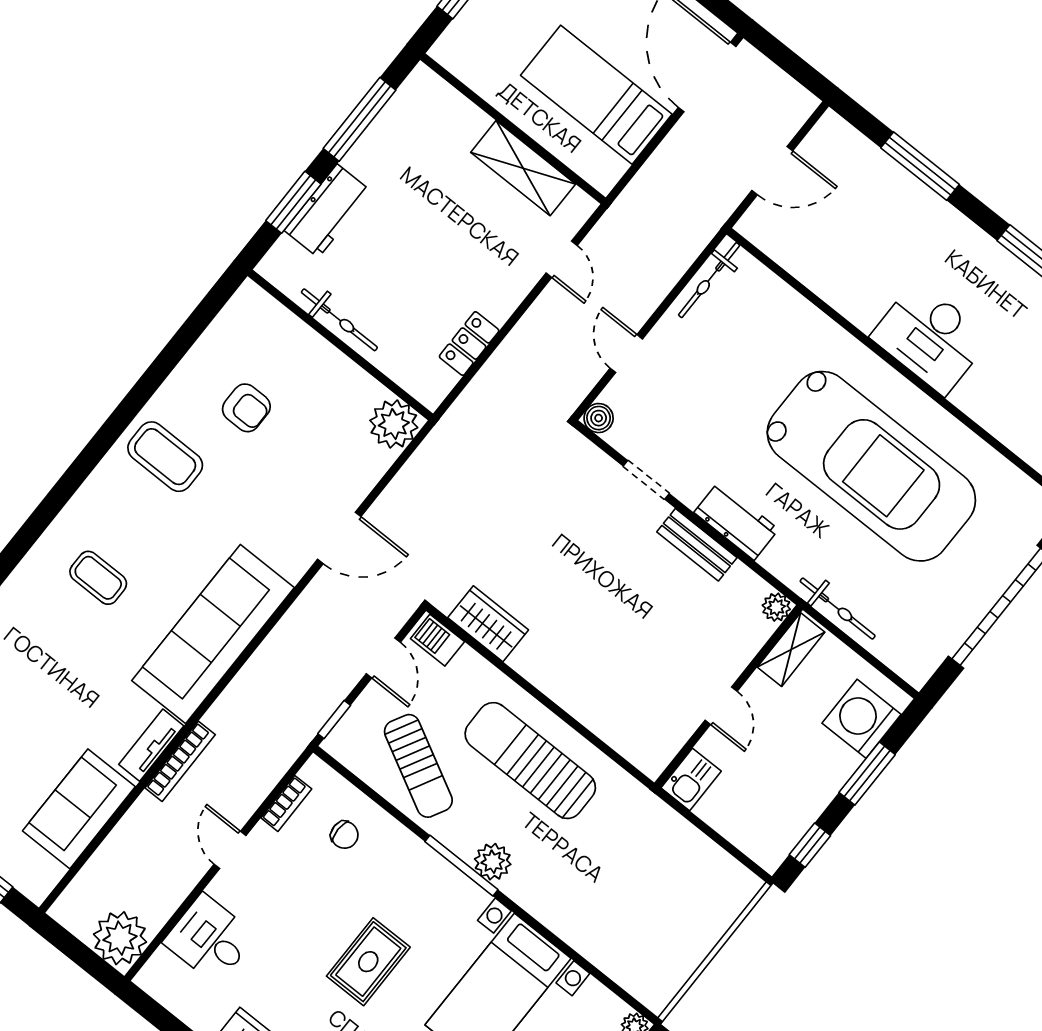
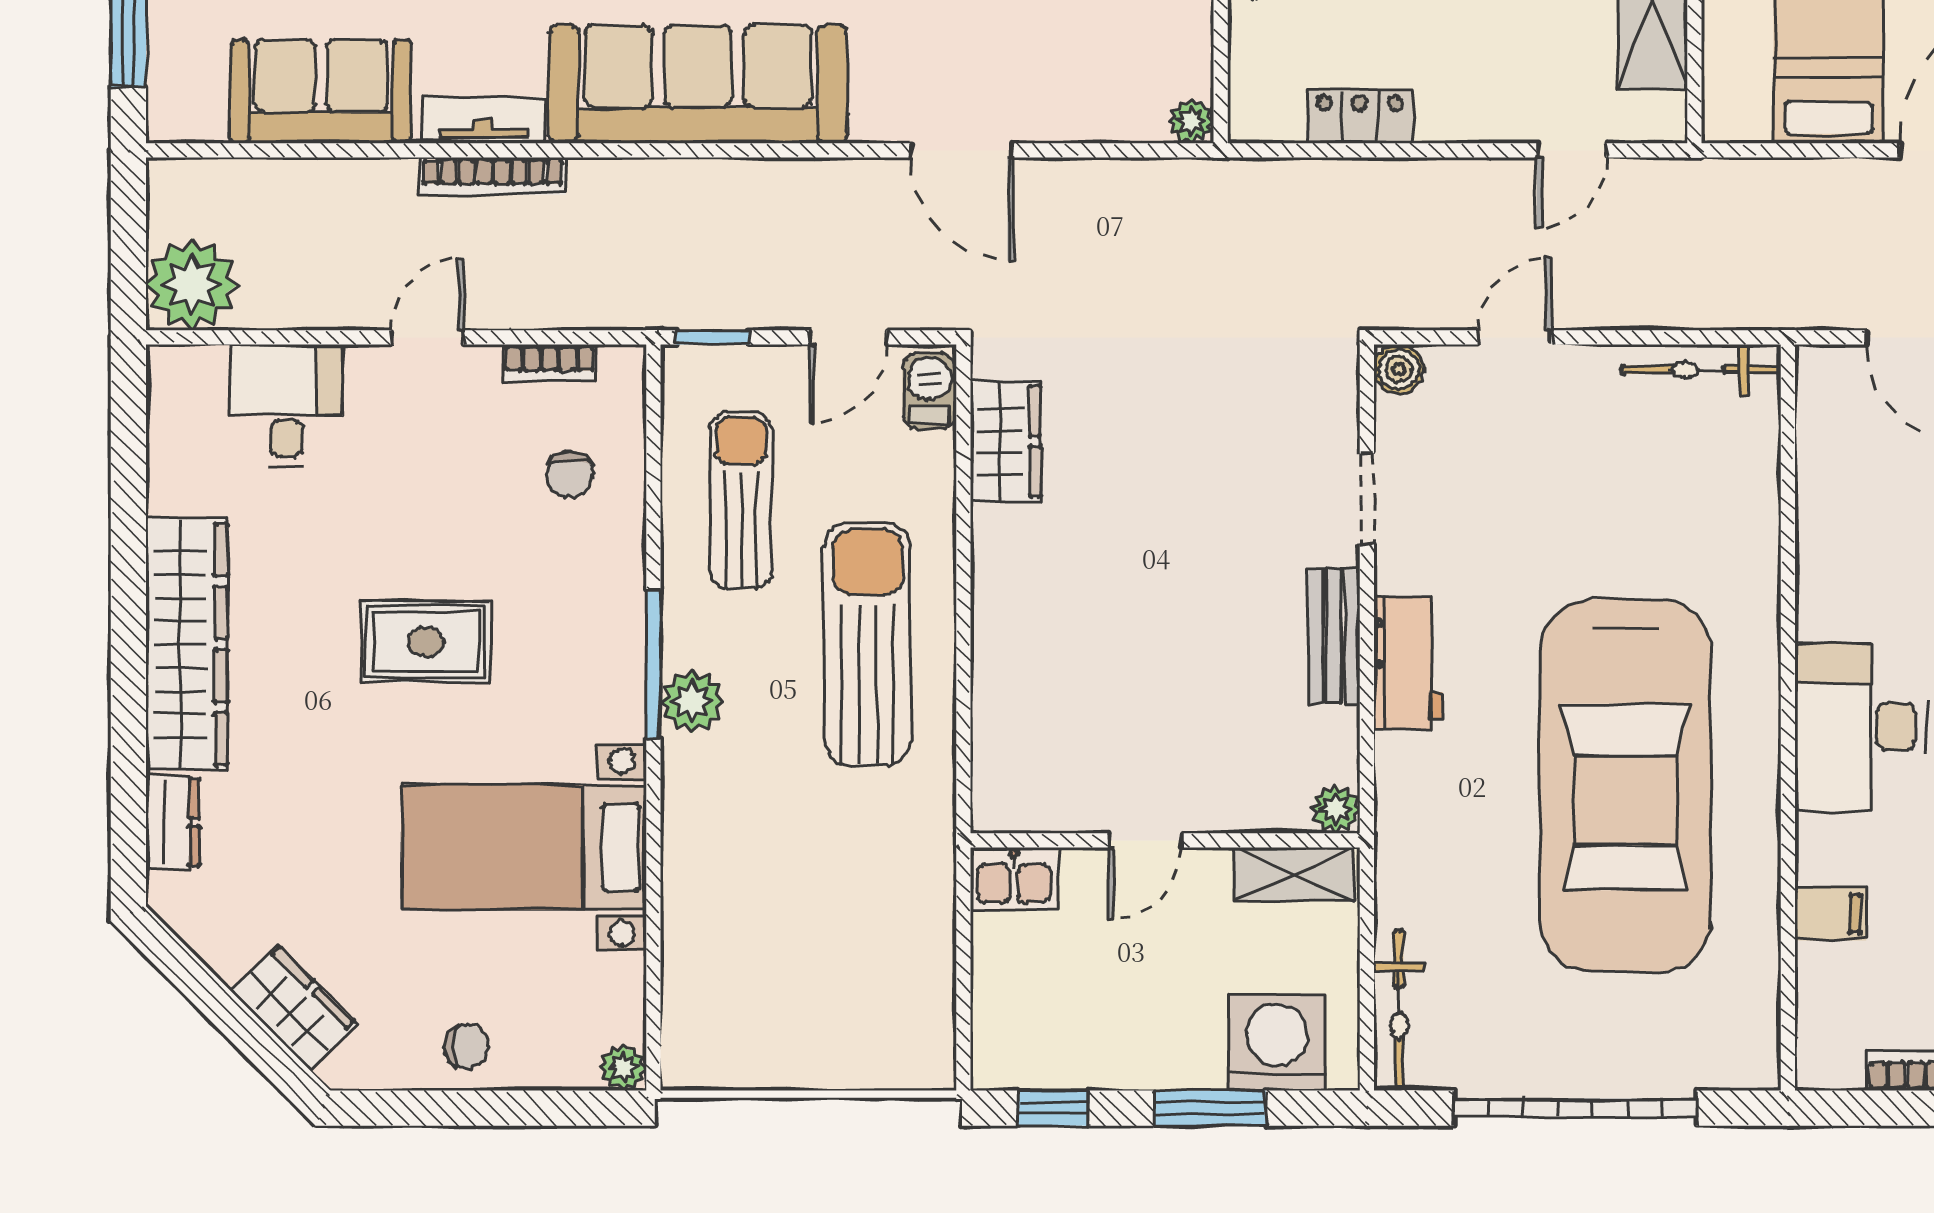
filing cabinet: (1004, 419) -> (1830, 914), added
plant: (394, 424) -> (1191, 121), width x0.53, depth x0.53
bicycle: (838, 609) -> (1399, 1009), moved
sun lounger: (418, 766) -> (741, 500), turned 152

